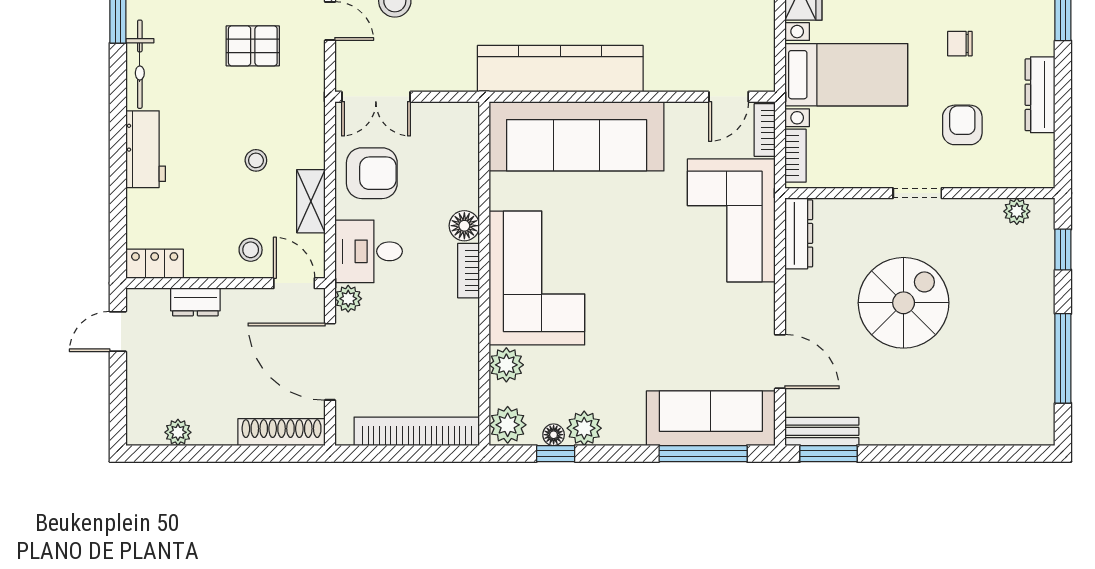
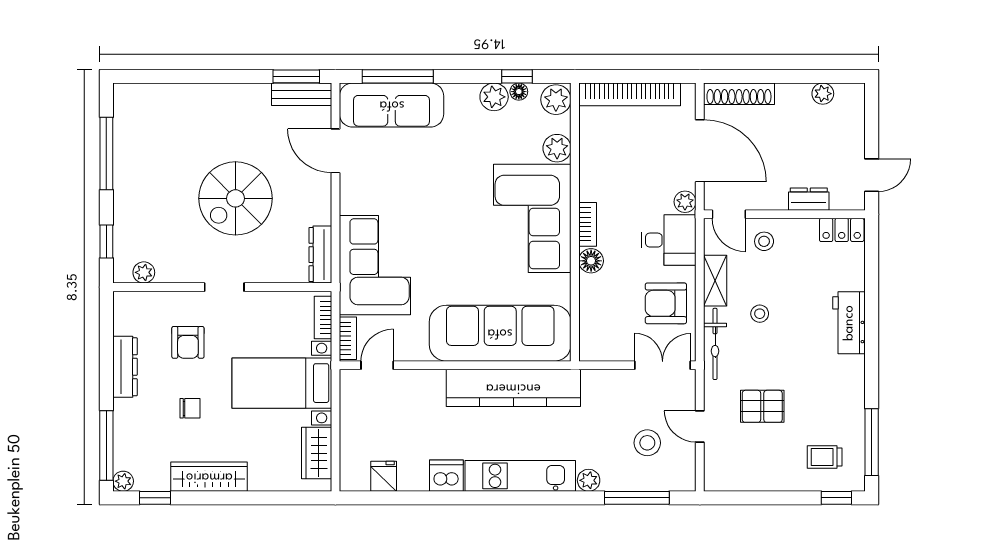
bicycle: (140, 64) -> (715, 344), moved, turned 180

